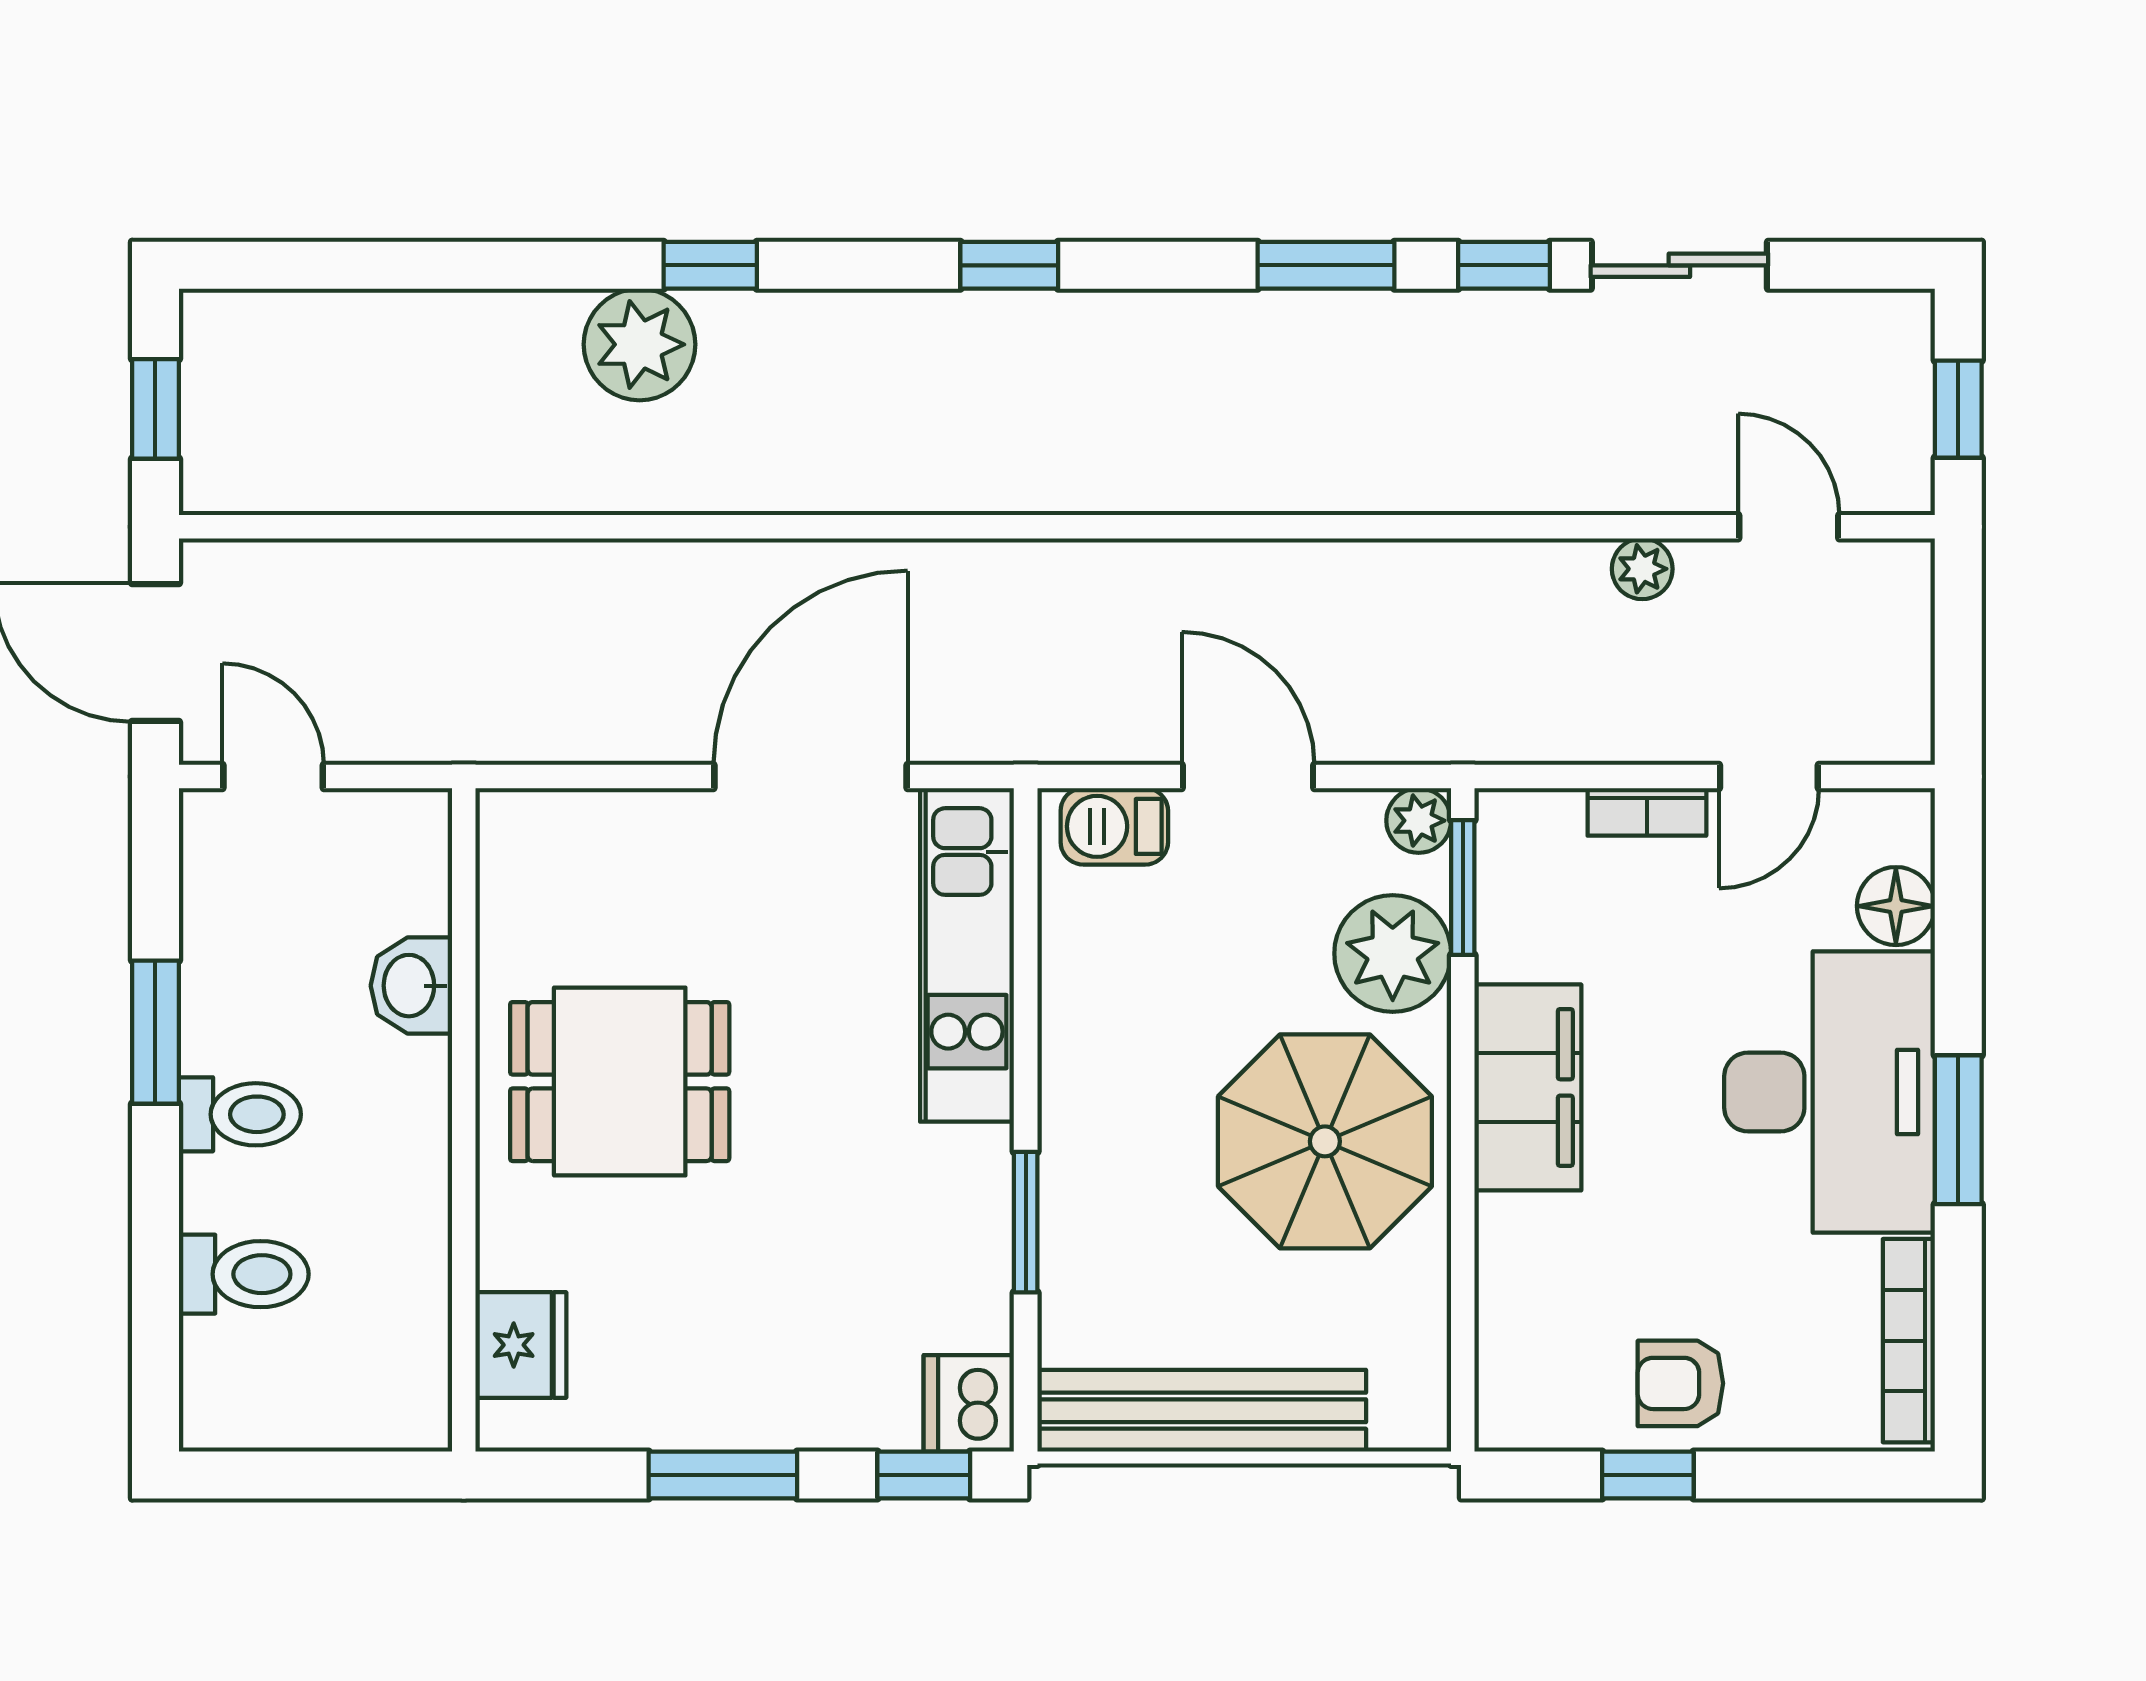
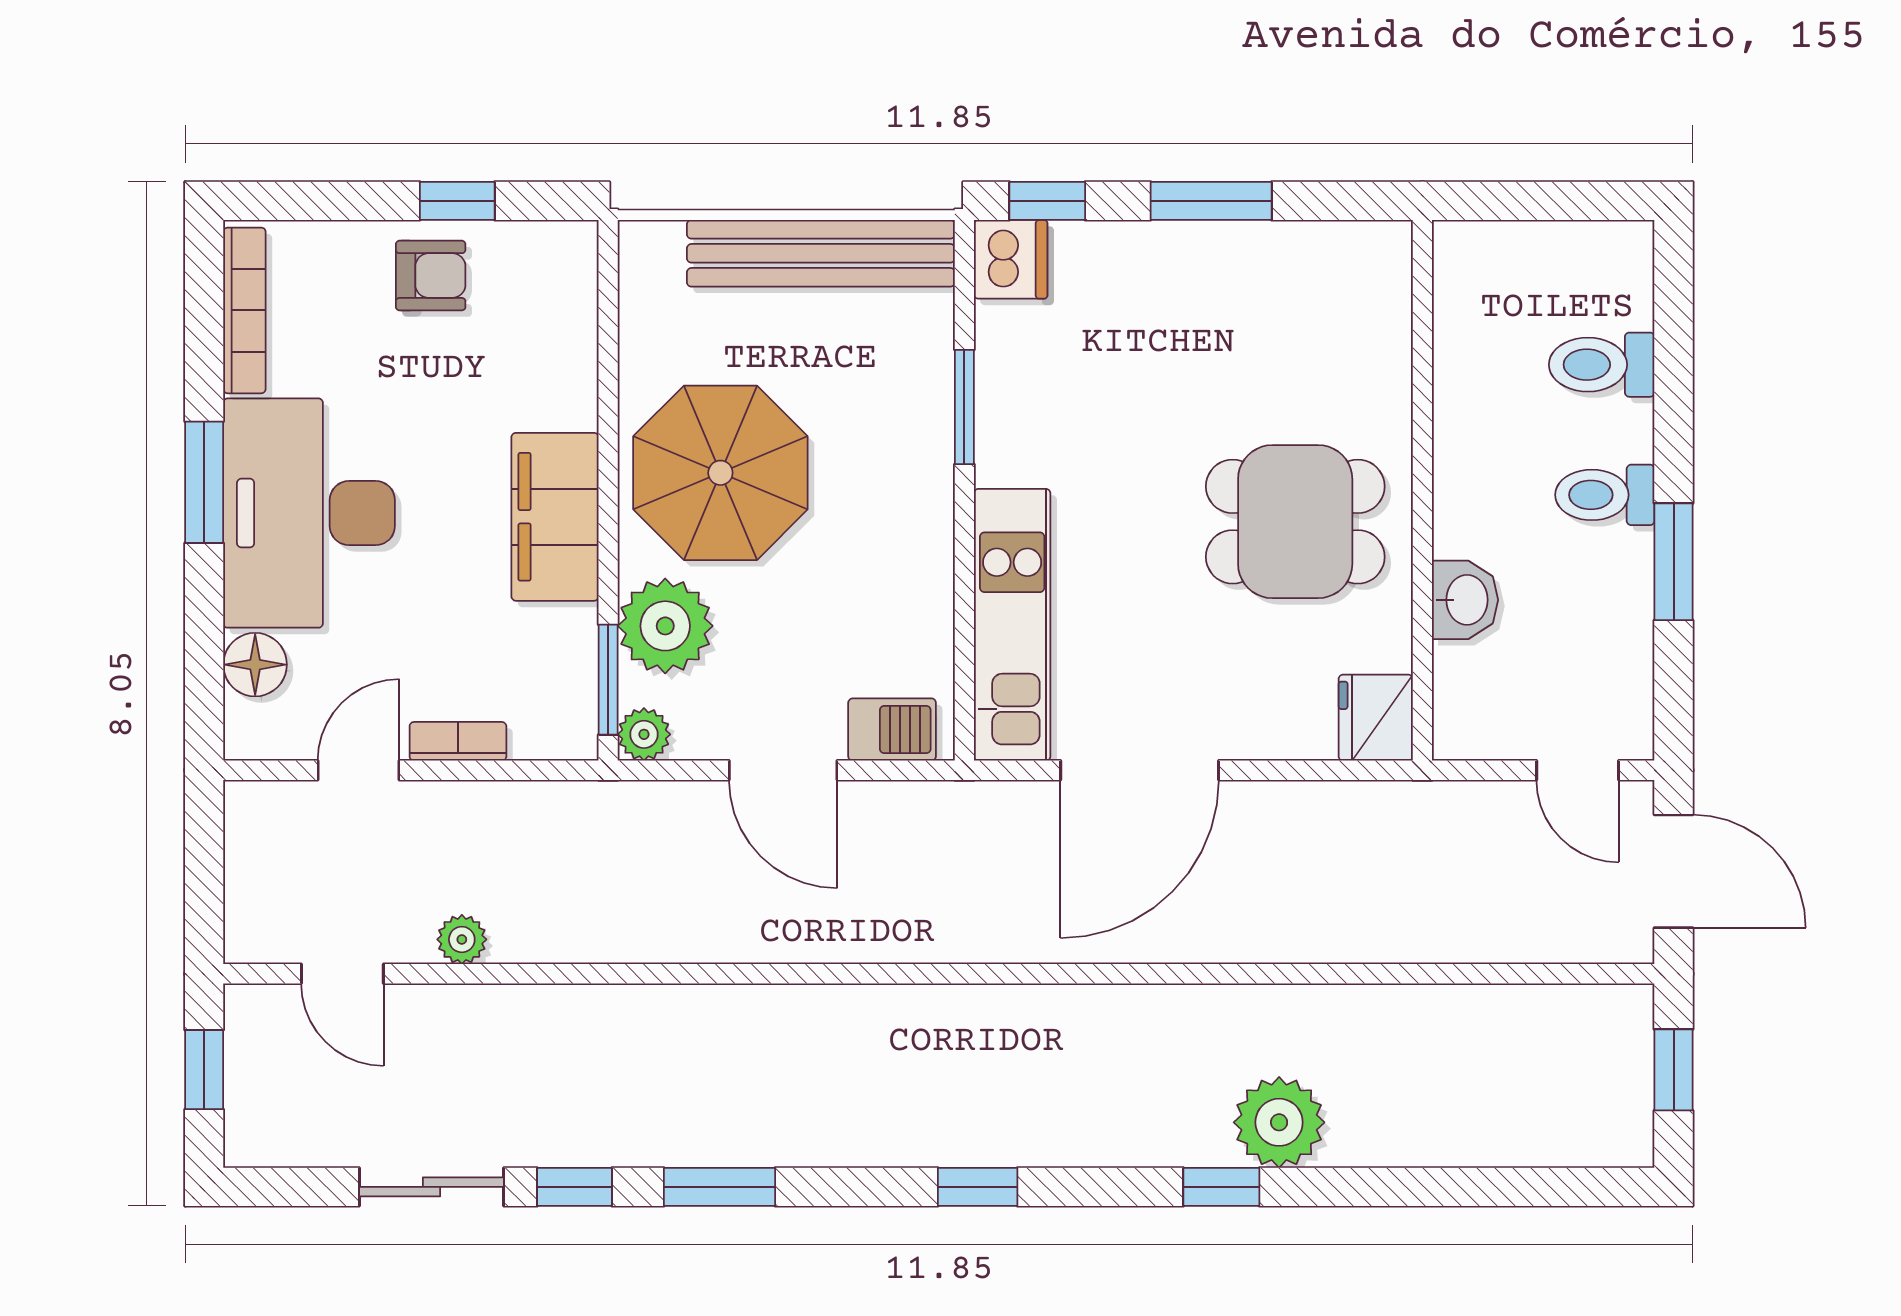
fridge: (521, 1345) -> (1376, 718), moved

